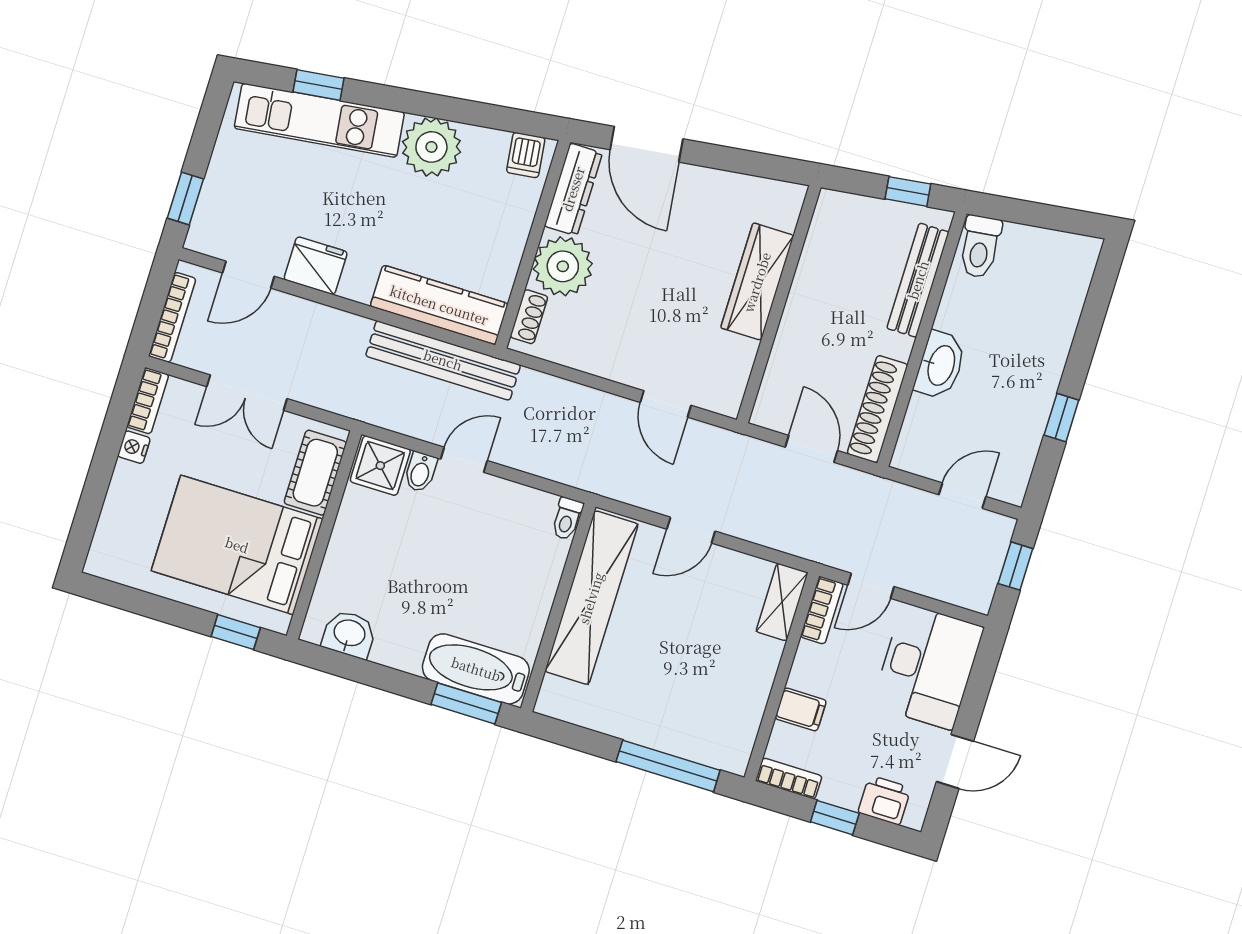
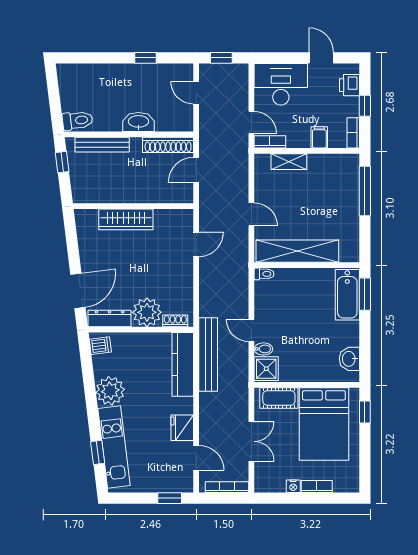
bookcase: (148, 401) -> (317, 487), moved
shelving: (782, 602) -> (289, 162), moved

